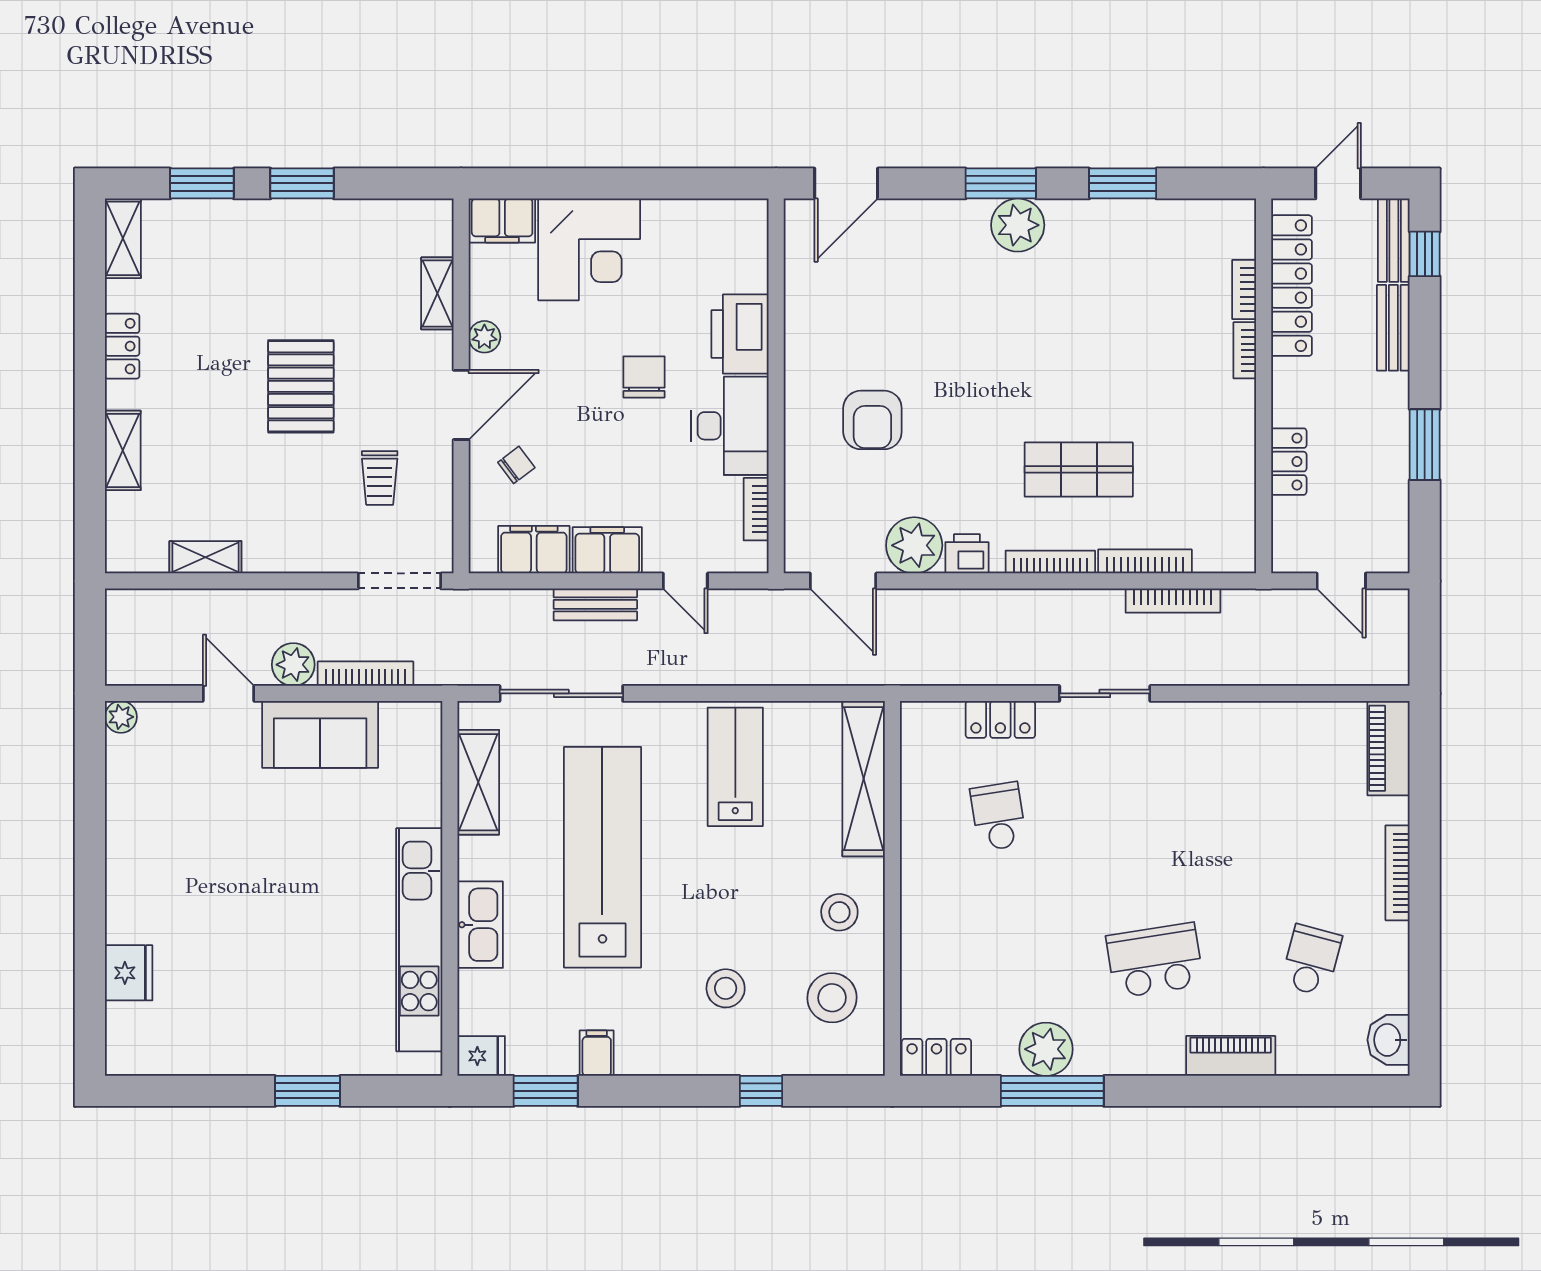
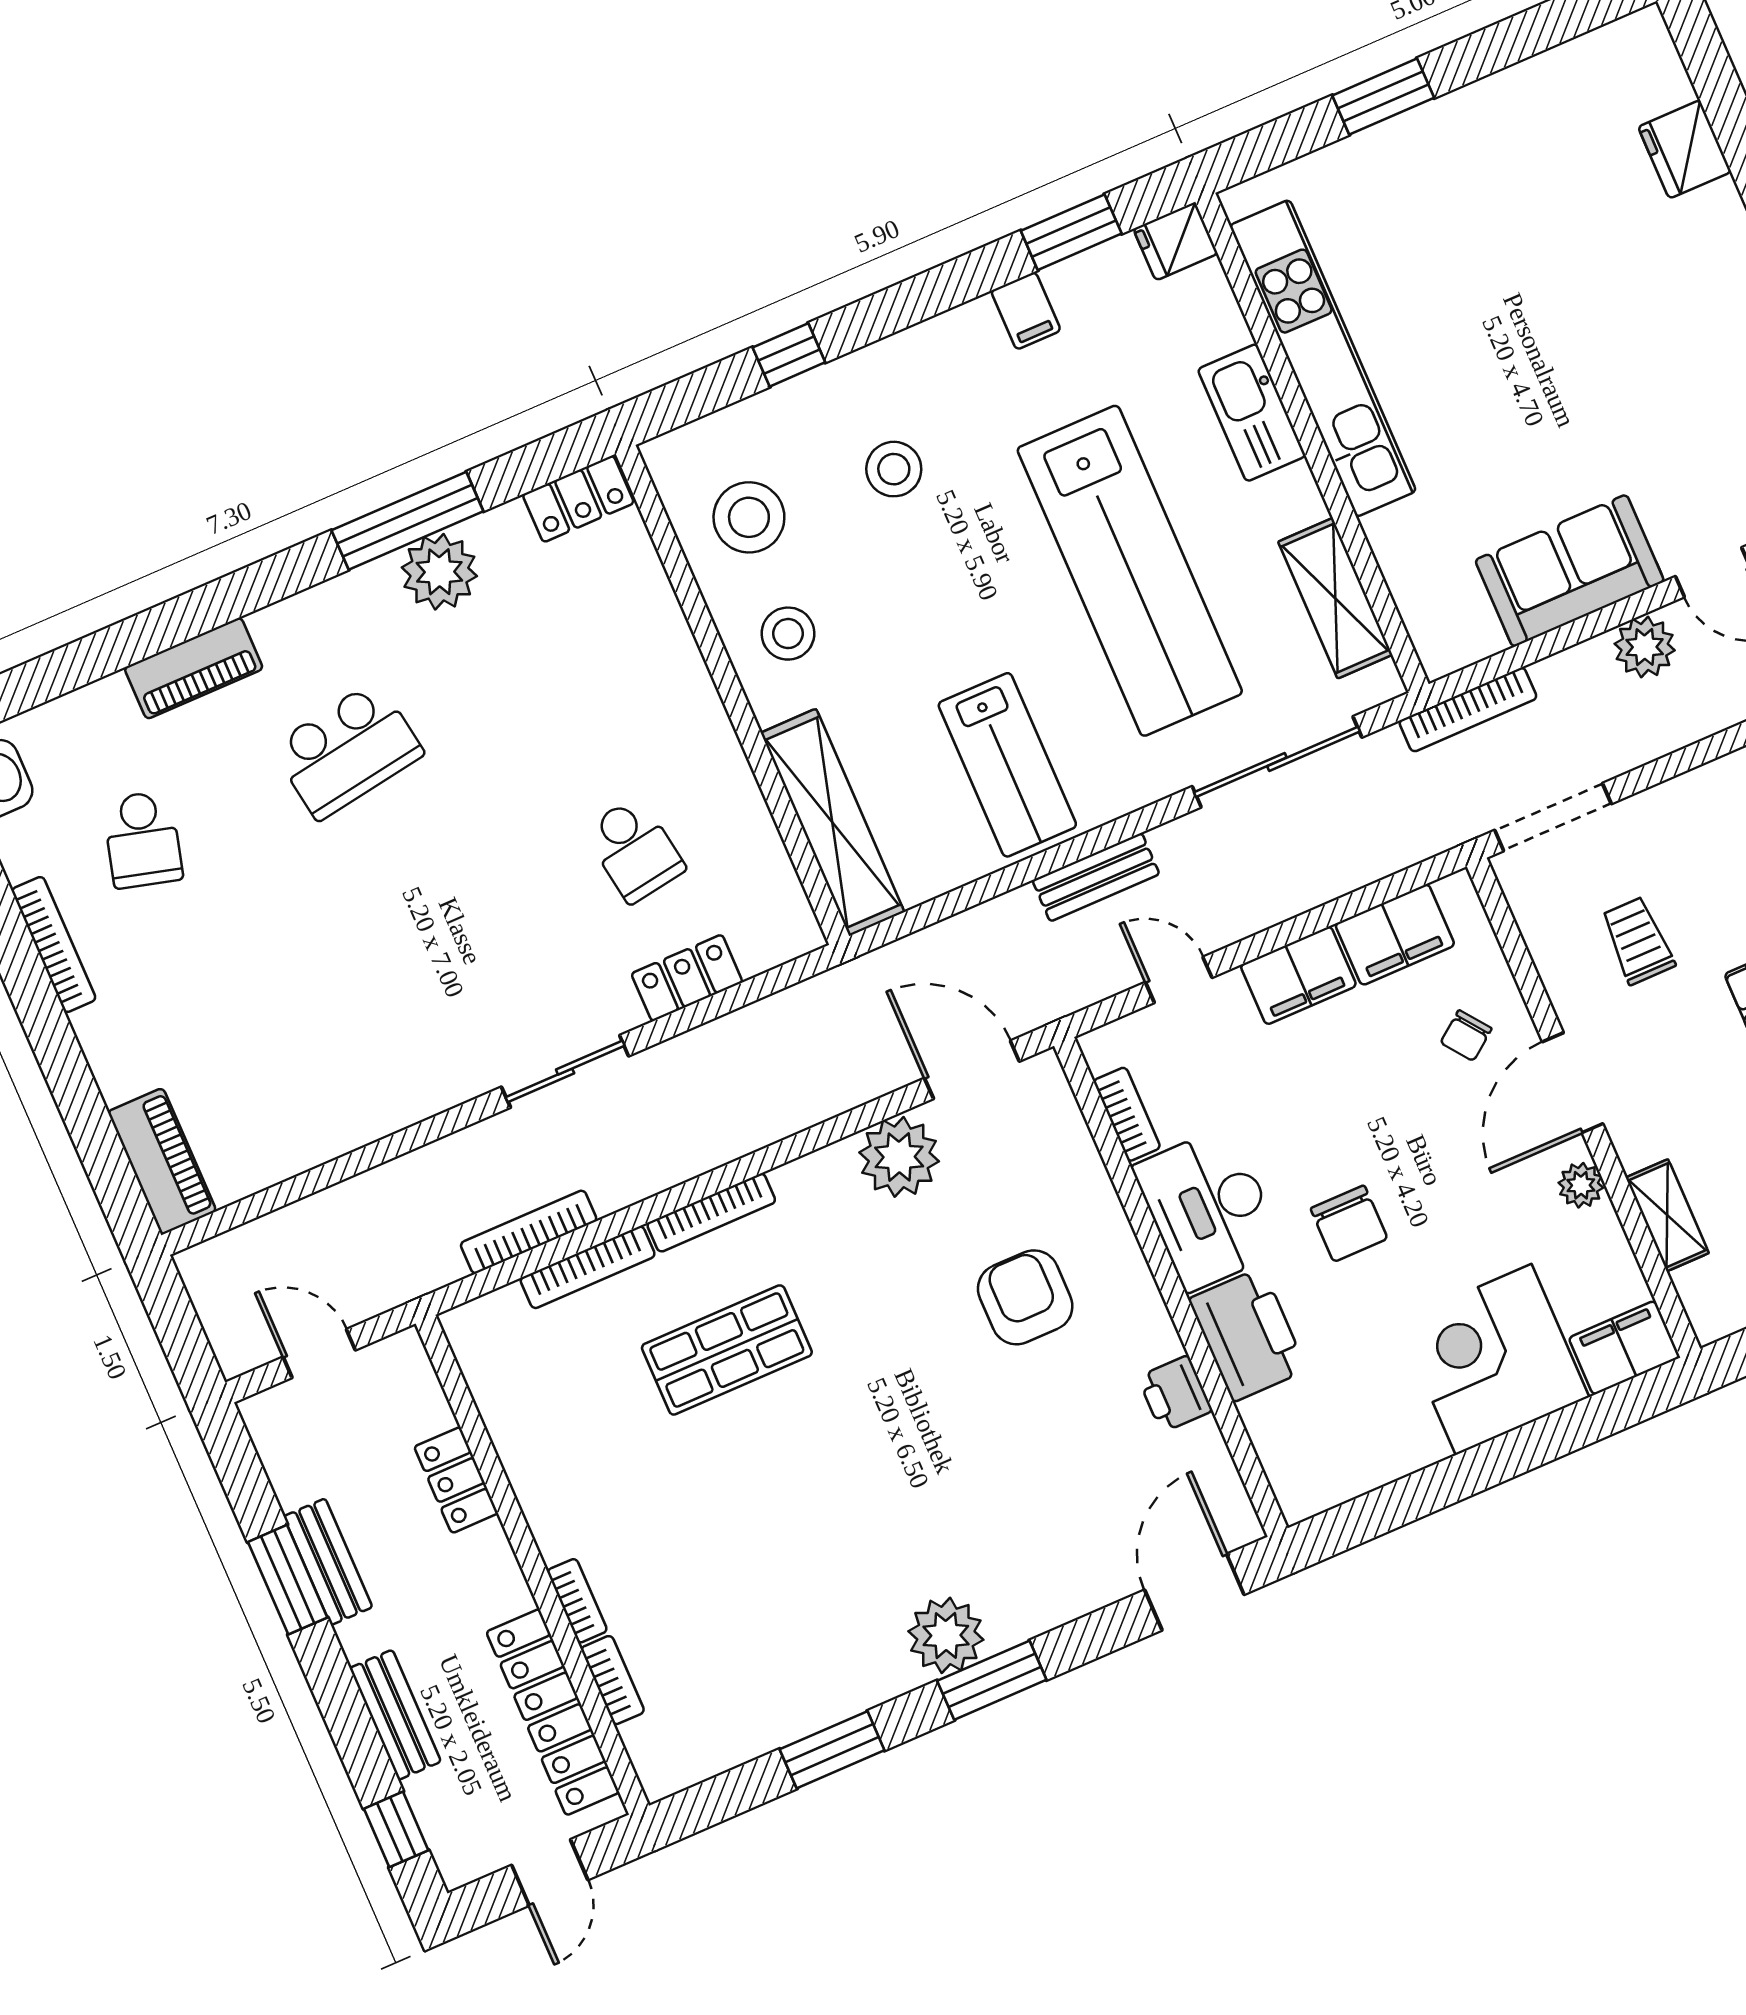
bench: (1394, 240) -> (328, 1562), moved
printer: (967, 554) -> (1175, 1394), moved, turned 90
bench: (595, 604) -> (1096, 877), moved
bookcase: (366, 674) -> (1468, 710), moved
bookcase: (1398, 873) -> (54, 944), moved

